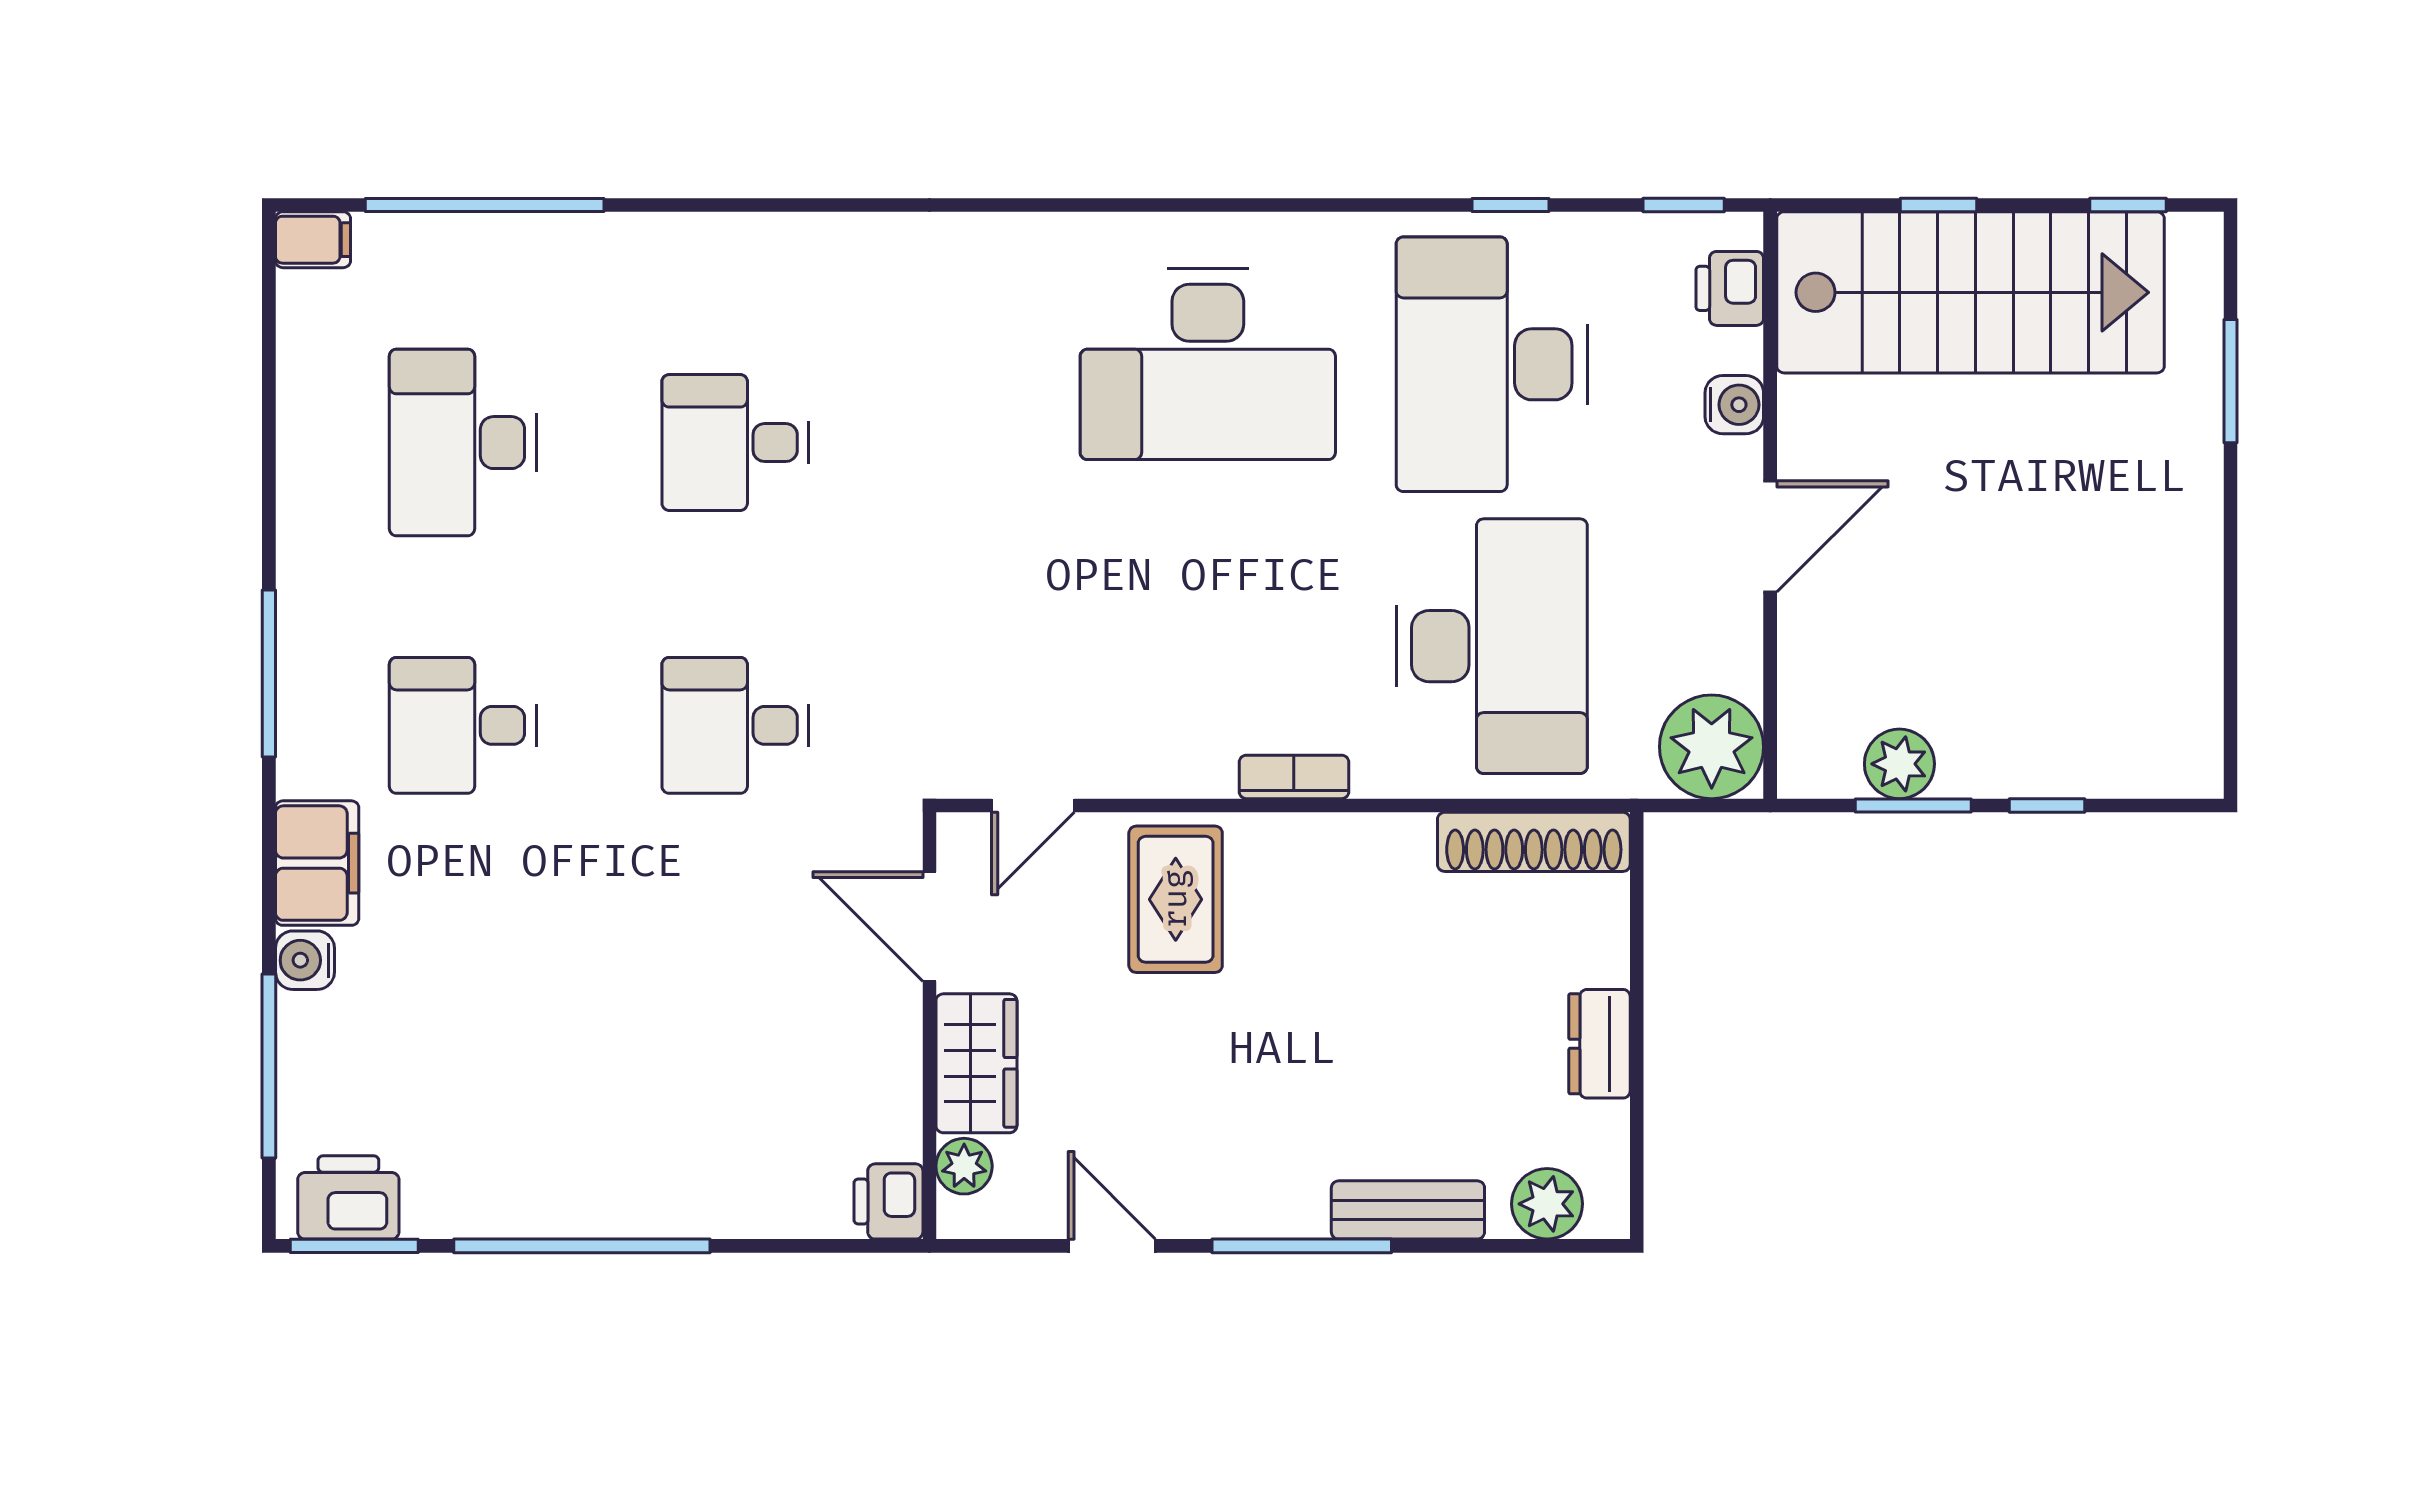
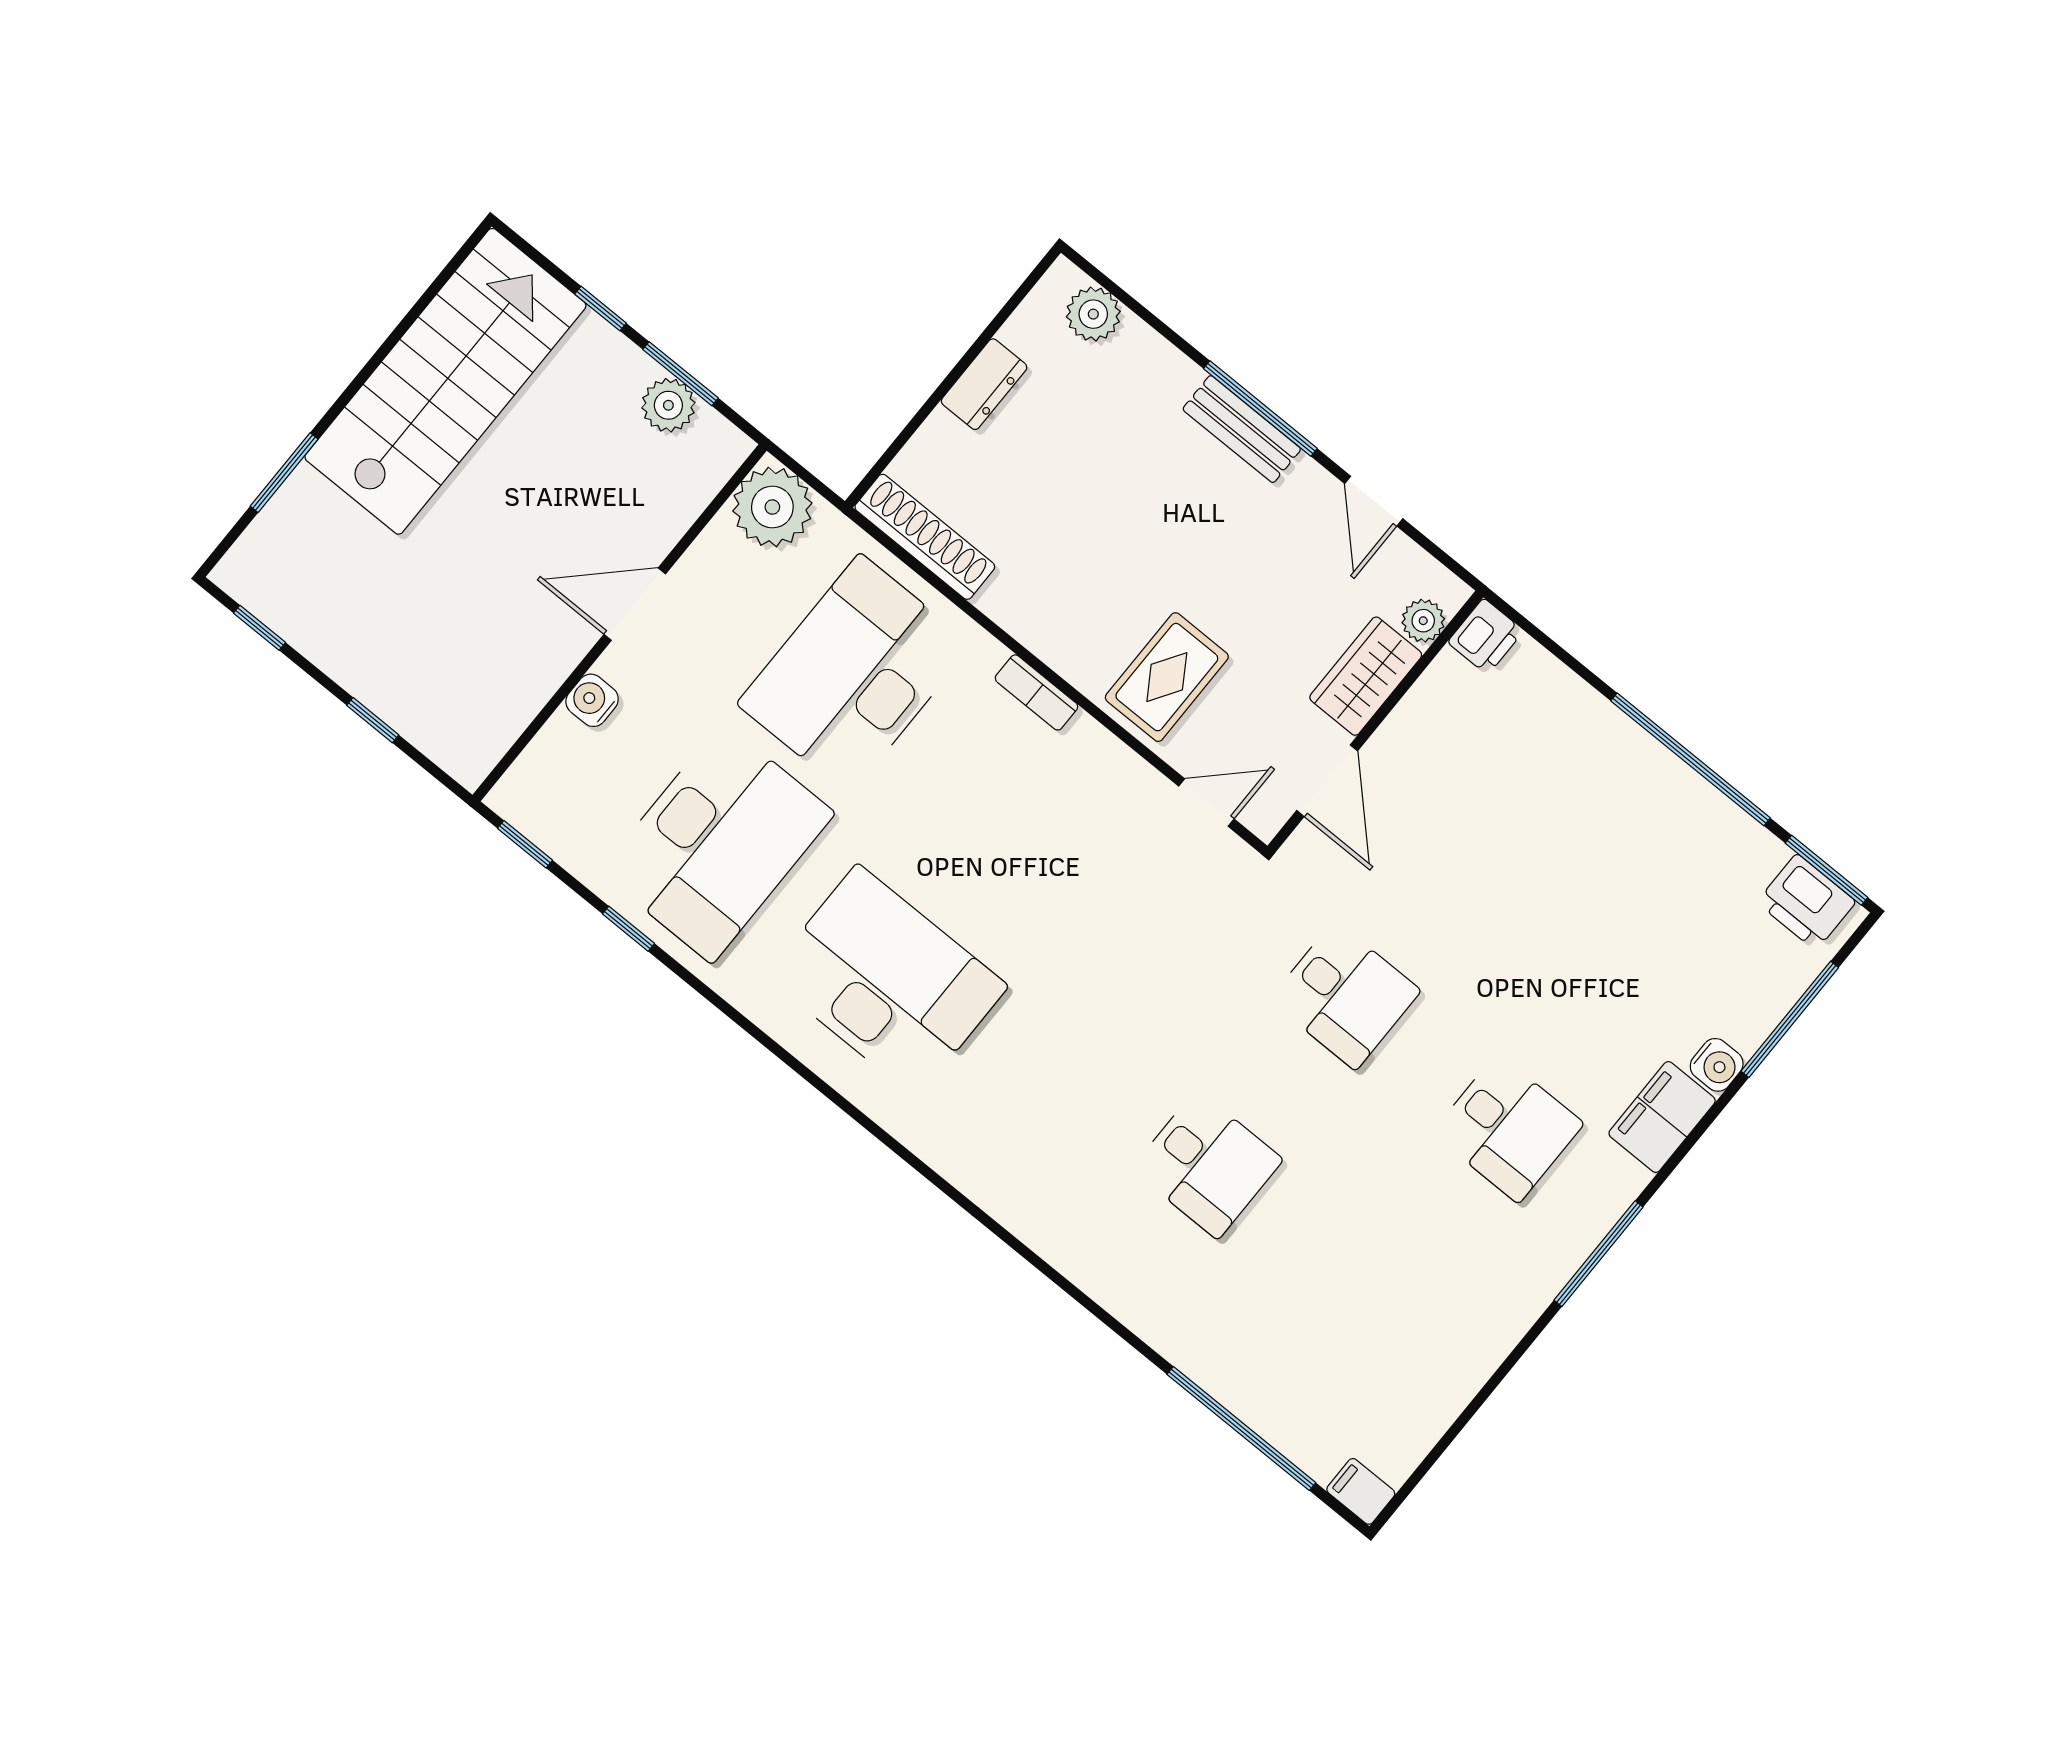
printer: (1730, 288) -> (538, 772), removed
stairs: (1971, 292) -> (445, 381), moved, turned 90
desk: (463, 443) -> (1370, 1297), removed
bench: (1408, 1210) -> (1242, 429), moved

